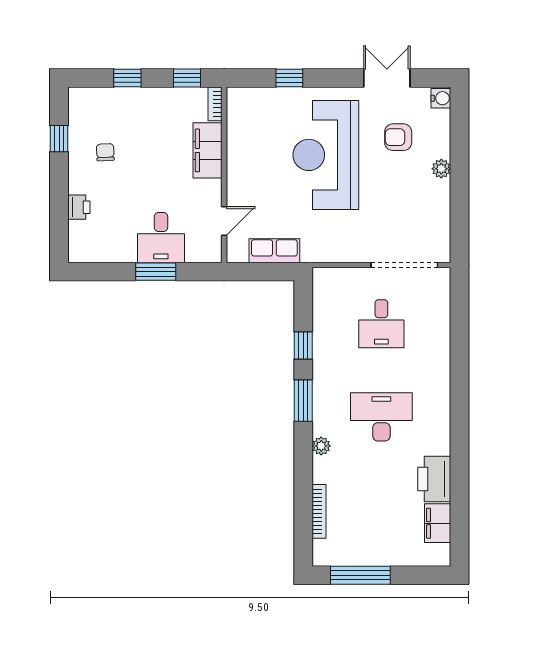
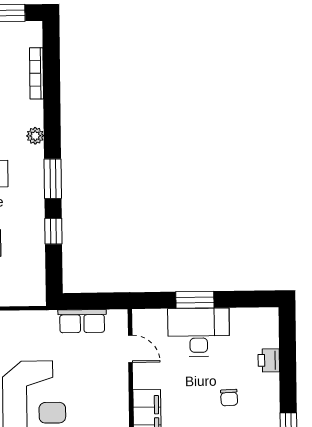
chair: (105, 152) -> (229, 398), moved
door: (224, 221) -> (130, 349), swing flipped
desk: (161, 238) -> (199, 332), width x1.37

